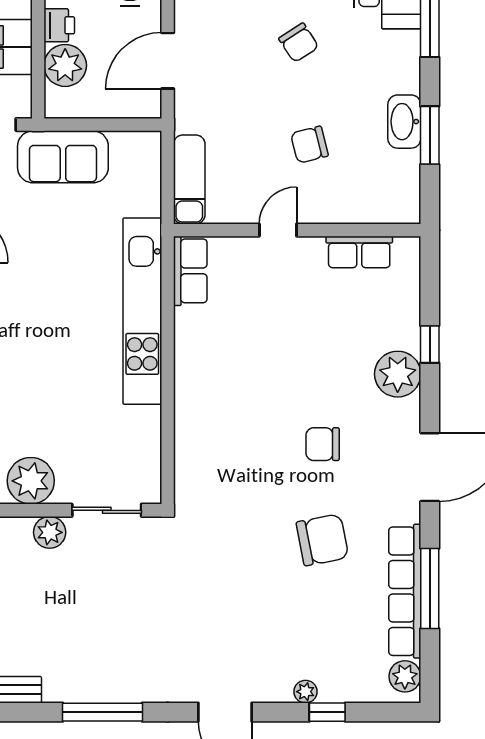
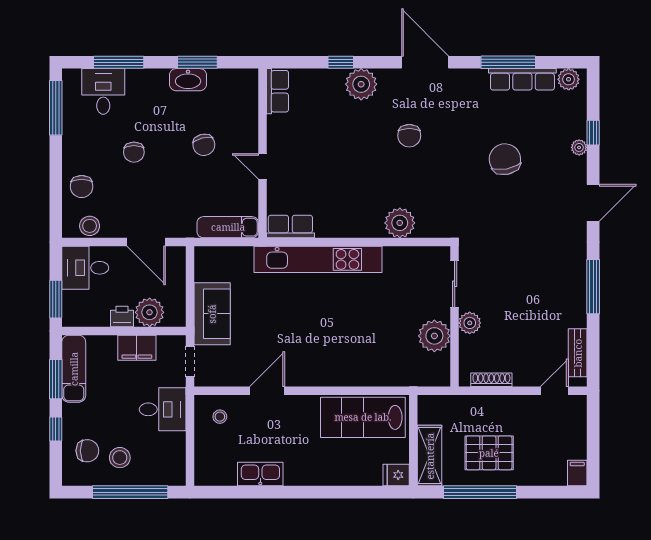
chair: (299, 43) -> (134, 152), turned 123
row of seats: (359, 252) -> (277, 91), moved
plant: (196, 430) -> (400, 223), added
chair: (322, 540) -> (505, 159), moved
row of seats: (405, 591) -> (522, 79), width x0.73

